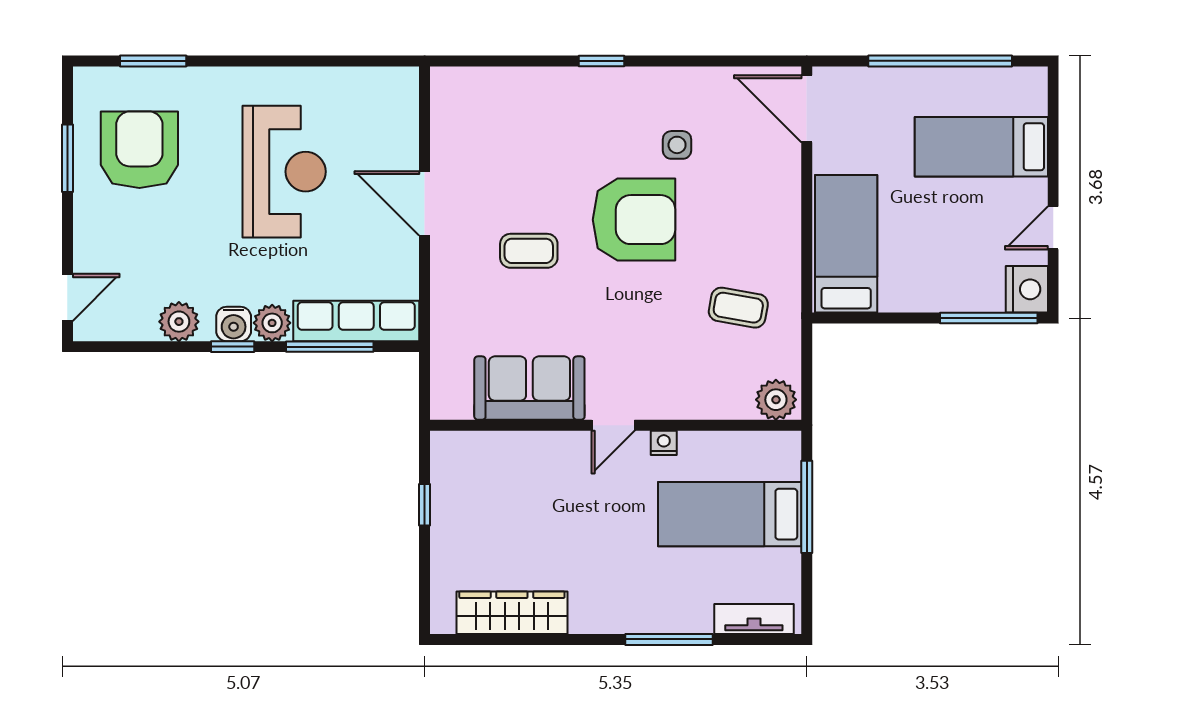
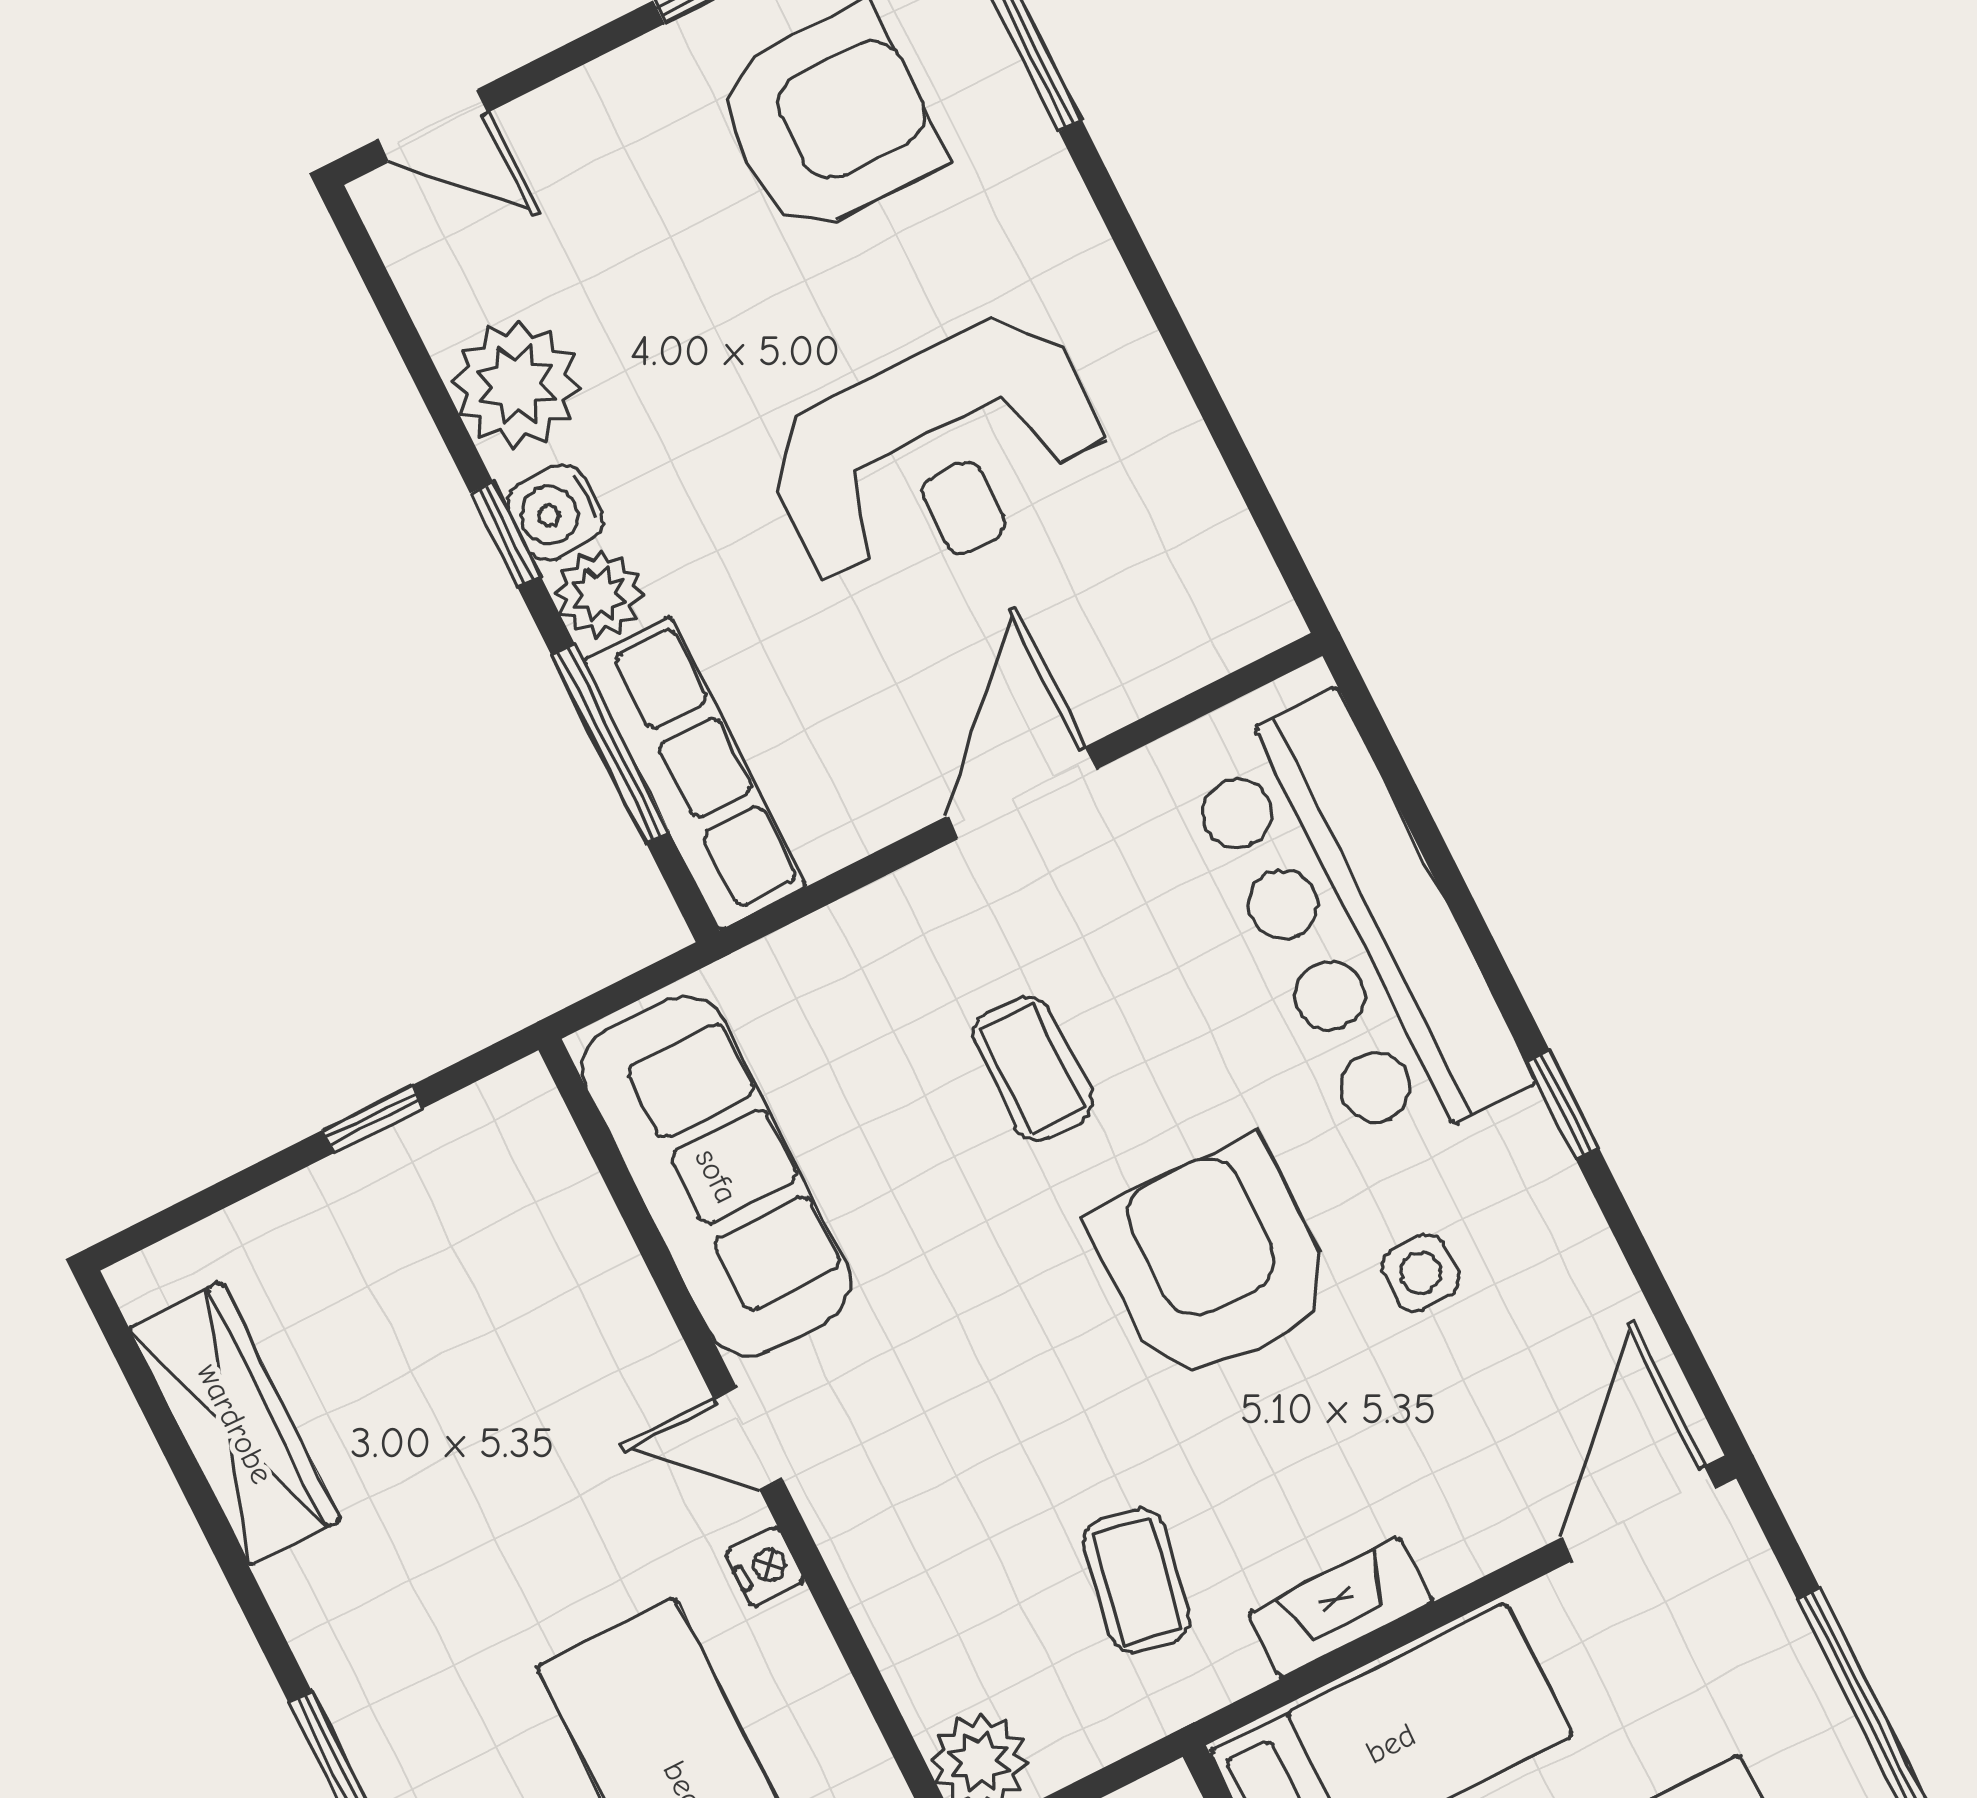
window: (602, 61) -> (1563, 1105), moved
bar counter: (536, 104) -> (1356, 925), added
armchair: (634, 220) -> (1213, 1261), turned 180
fireplace: (786, 237) -> (1341, 1607), added
plant: (179, 322) -> (517, 384), width x1.36, depth x1.36
sofa: (529, 388) -> (716, 1176), width x1.36

